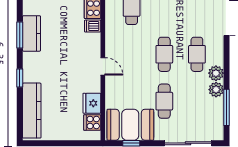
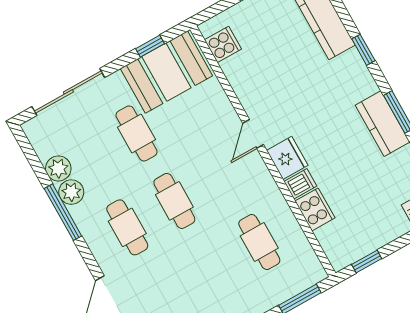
door: (103, 66) -> (253, 134), hinge flipped
plant: (216, 73) -> (58, 168), moved
fridge: (92, 103) -> (287, 158), moved
window: (226, 107) -> (63, 212), moved

